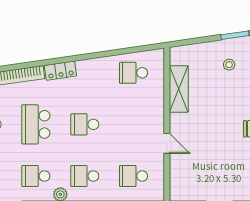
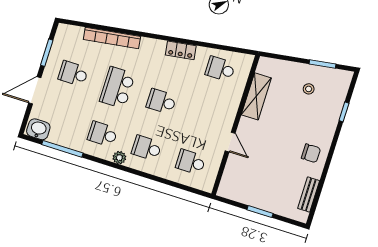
locker: (60, 71) -> (181, 50), moved

